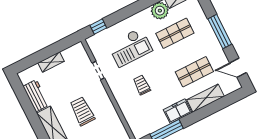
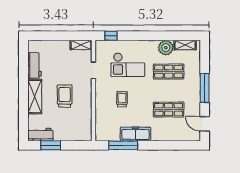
shelving: (51, 62) -> (81, 45), moved
shelving: (206, 98) -> (167, 135), removed
freezer: (178, 111) -> (136, 134), width x1.40

